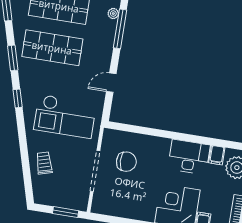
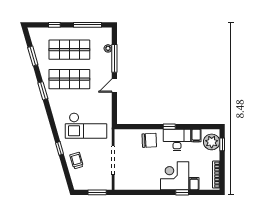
door: (111, 83) -> (114, 85), moved
window: (18, 98) -> (59, 148), moved
window: (181, 137) -> (169, 127), added
chair: (126, 162) -> (149, 140), moved

